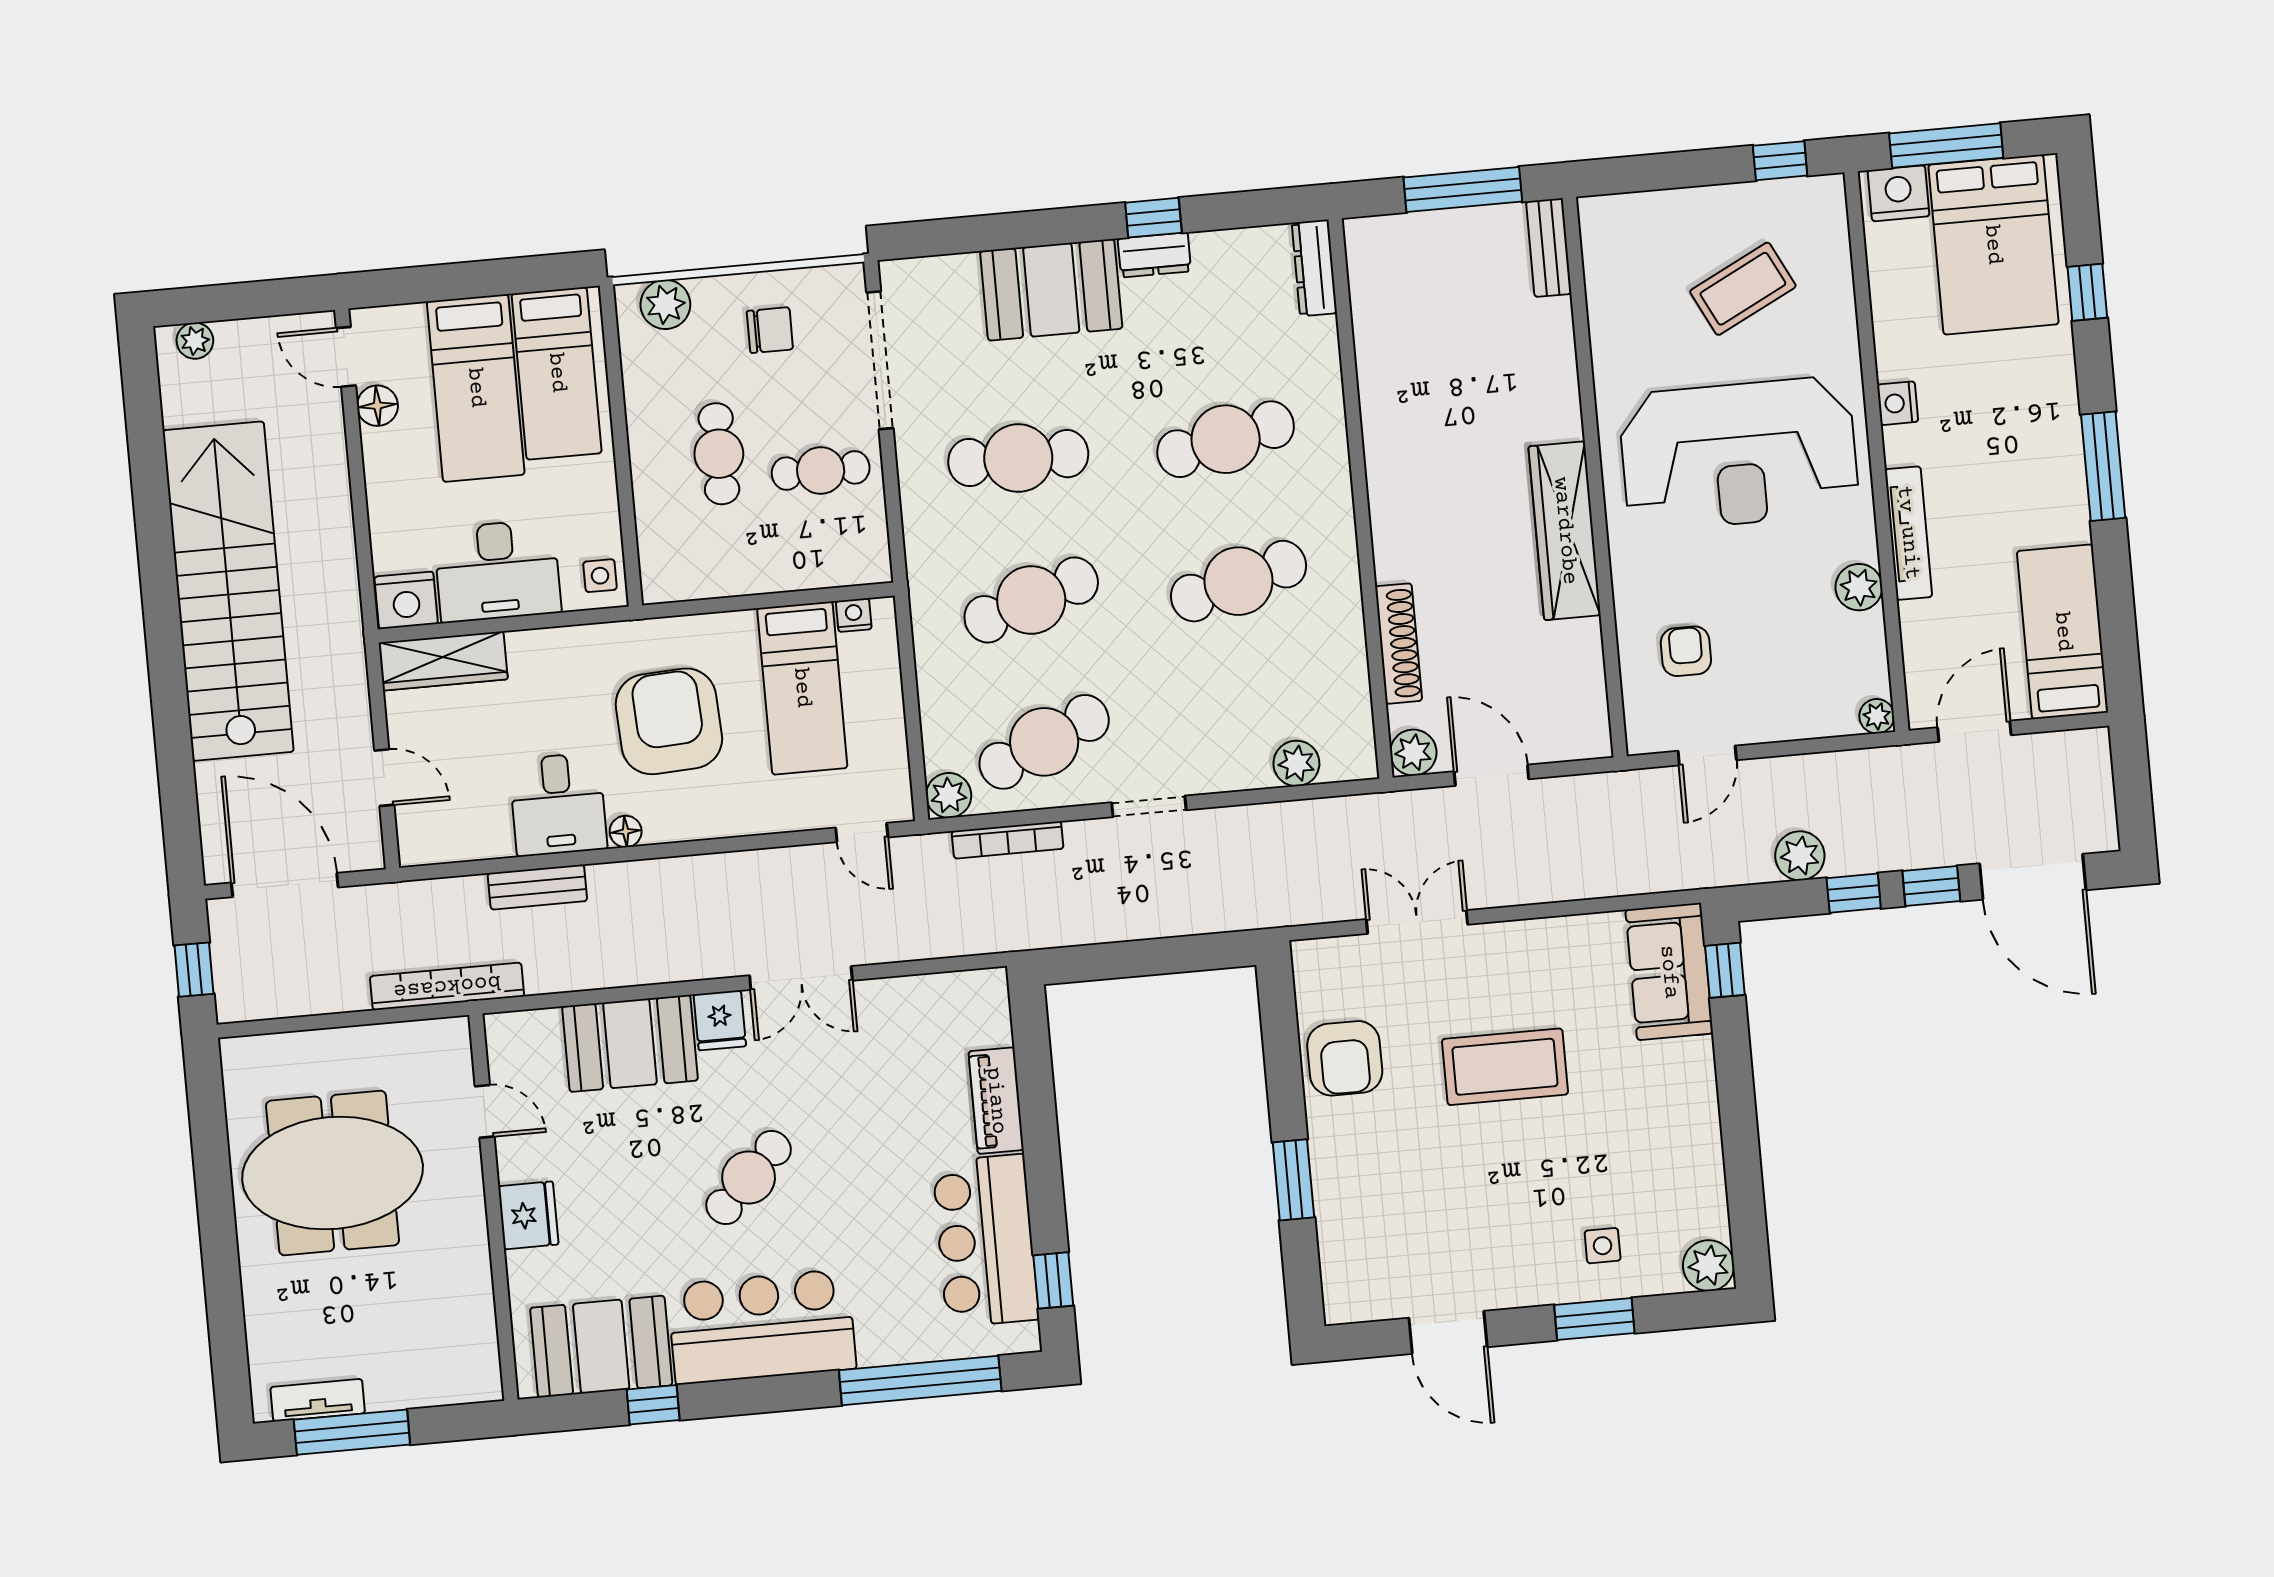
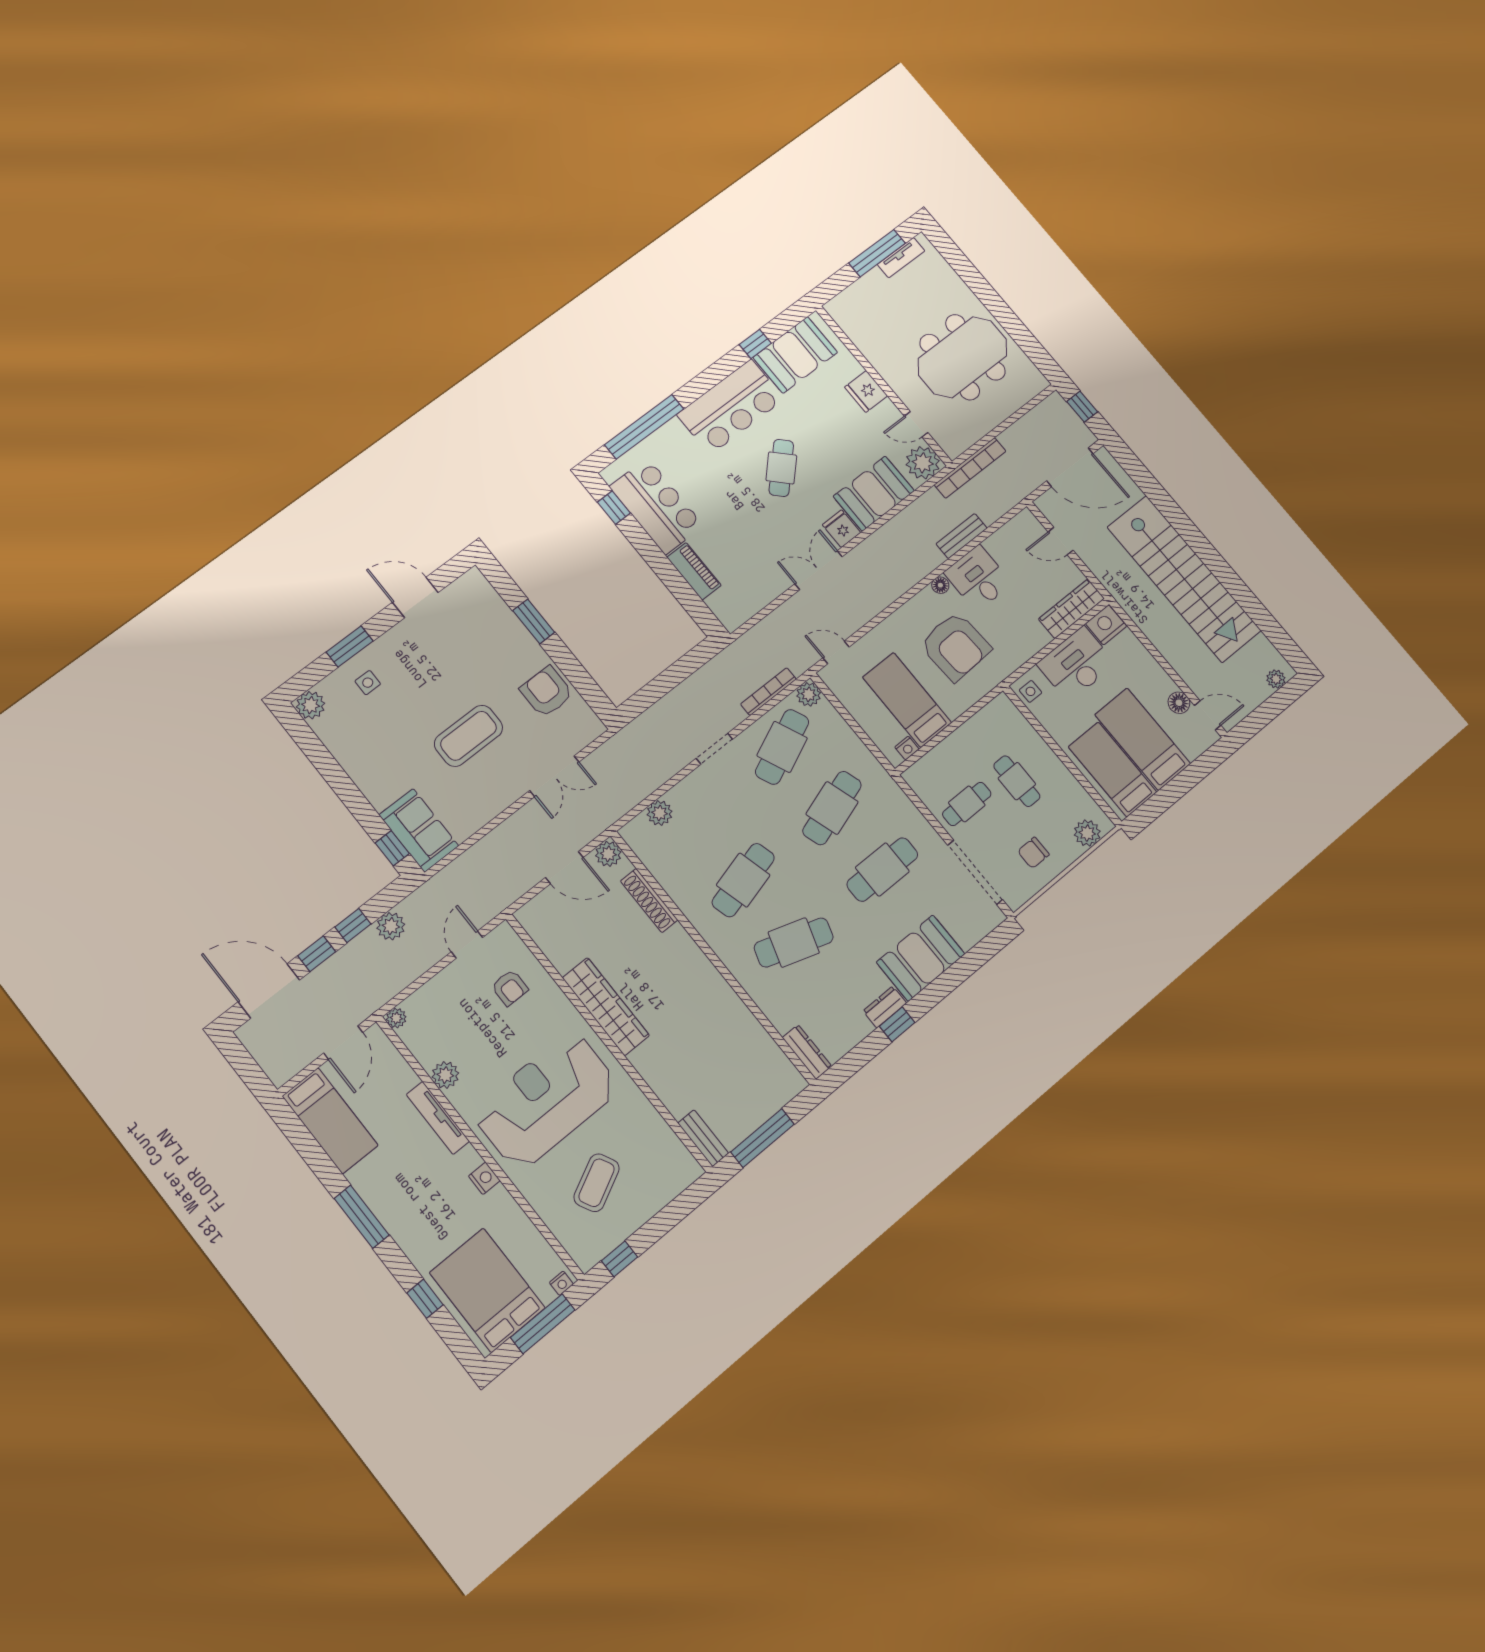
nightstand: (1898, 193) -> (561, 1283), width x0.53, depth x0.56
cafe table: (1226, 439) -> (794, 942), turned 30
plant: (517, 1043) -> (923, 463), added

